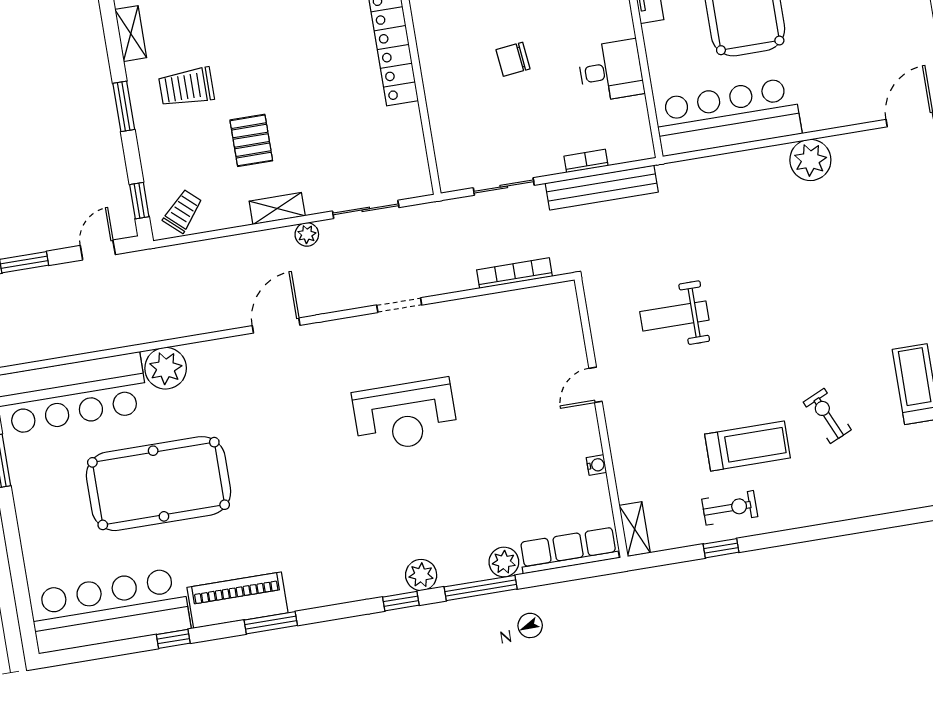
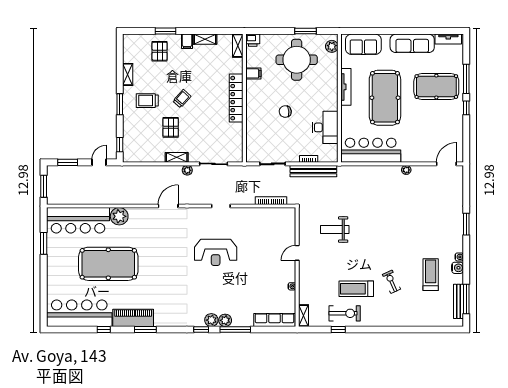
desk: (611, 71) -> (325, 127), width x1.37
plant: (810, 160) -> (406, 170), width x0.53, depth x0.53
trolley: (183, 211) -> (182, 99), moved
treadmill: (747, 446) -> (356, 289), turned 180
exercise bike: (730, 508) -> (345, 313), width x1.38, depth x1.39
plant: (504, 562) -> (225, 320), moved

